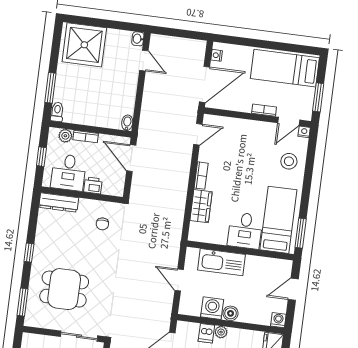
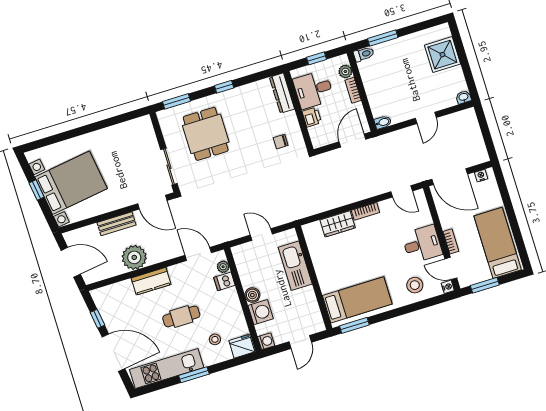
shower: (84, 45) -> (442, 55), width x0.73, depth x0.73
door: (144, 61) -> (426, 118), moved
desk: (245, 230) -> (422, 244), moved, turned 180
door: (179, 280) -> (261, 234), hinge flipped
door: (293, 289) -> (300, 342), swing flipped
washing machine: (212, 308) -> (261, 312), moved
plant: (221, 332) -> (223, 267), moved

